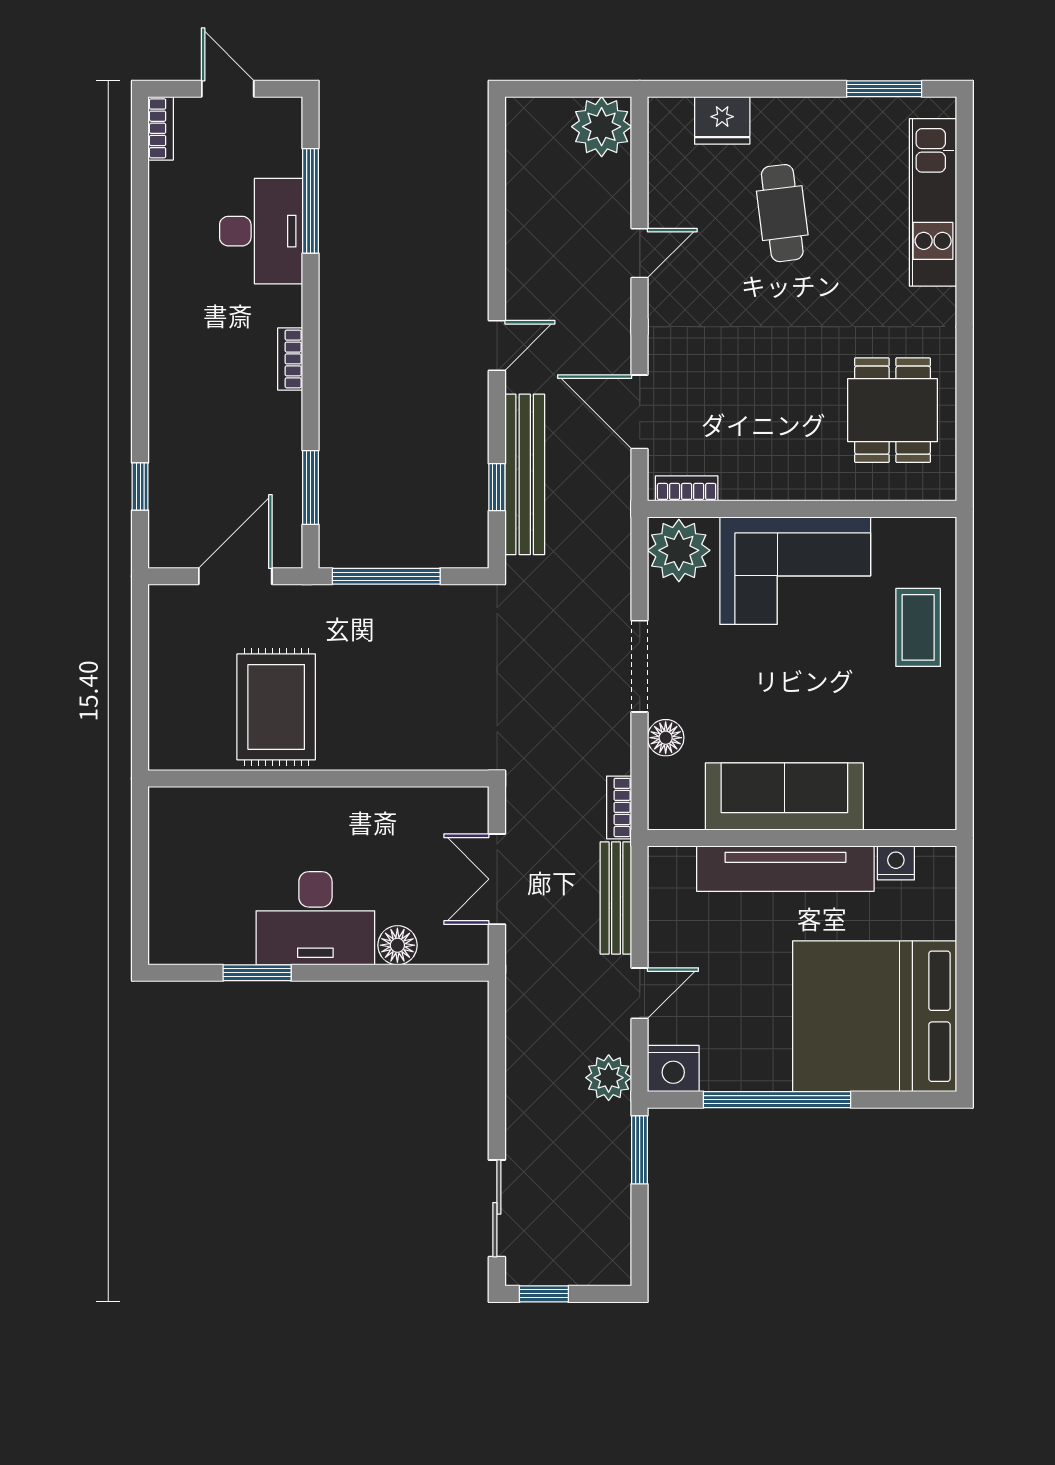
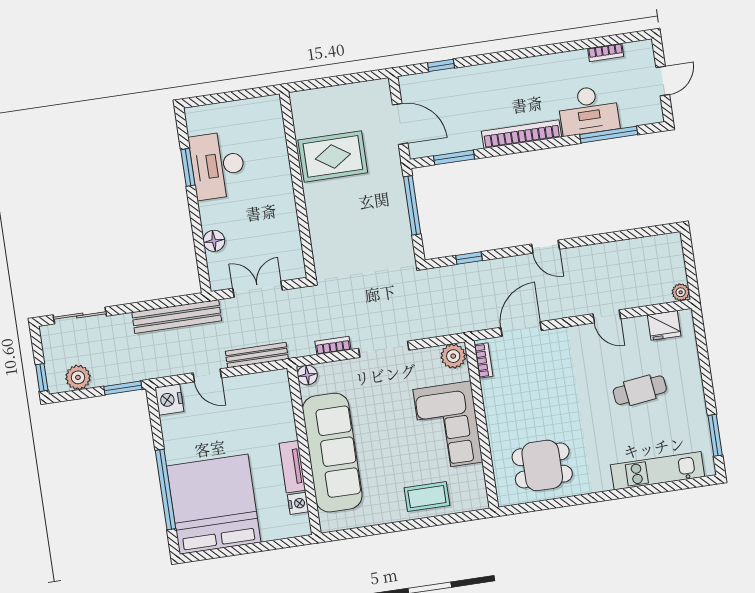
fridge: (722, 120) -> (664, 325), moved, turned -90
plant: (602, 127) -> (681, 292), width x0.53, depth x0.53
bookcase: (161, 128) -> (606, 52), moved
bookcase: (290, 359) -> (521, 134), width x2.31, depth x1.31
bench: (525, 474) -> (177, 317), moved
plant: (679, 550) -> (453, 356), width x0.73, depth x0.73
floor lamp: (666, 738) -> (307, 375), moved
sofa: (784, 796) -> (332, 453), width x1.36, depth x1.27
bookcase: (619, 807) -> (333, 346), moved
tv unit: (785, 869) -> (292, 467), width x0.52, depth x0.78
desk: (315, 918) -> (218, 165), moved
plant: (609, 1078) -> (78, 377), moved
window: (777, 1100) -> (165, 490), moved
window: (544, 1294) -> (42, 377), moved

